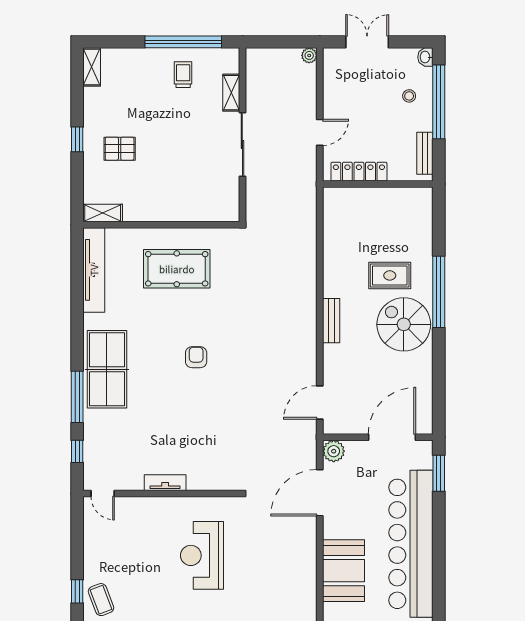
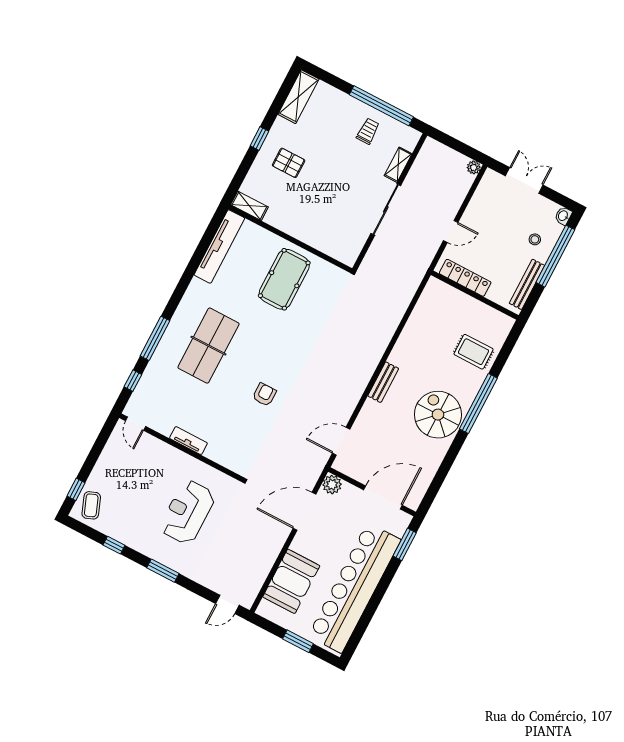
shelving: (92, 67) -> (298, 97), width x1.50, depth x1.33
bench: (425, 153) -> (527, 284), width x1.36
pool table: (177, 269) -> (284, 279), turned 90
rug: (390, 275) -> (474, 352), moved
armchair: (196, 357) -> (264, 395), moved
table tennis table: (107, 369) -> (208, 346), moved

